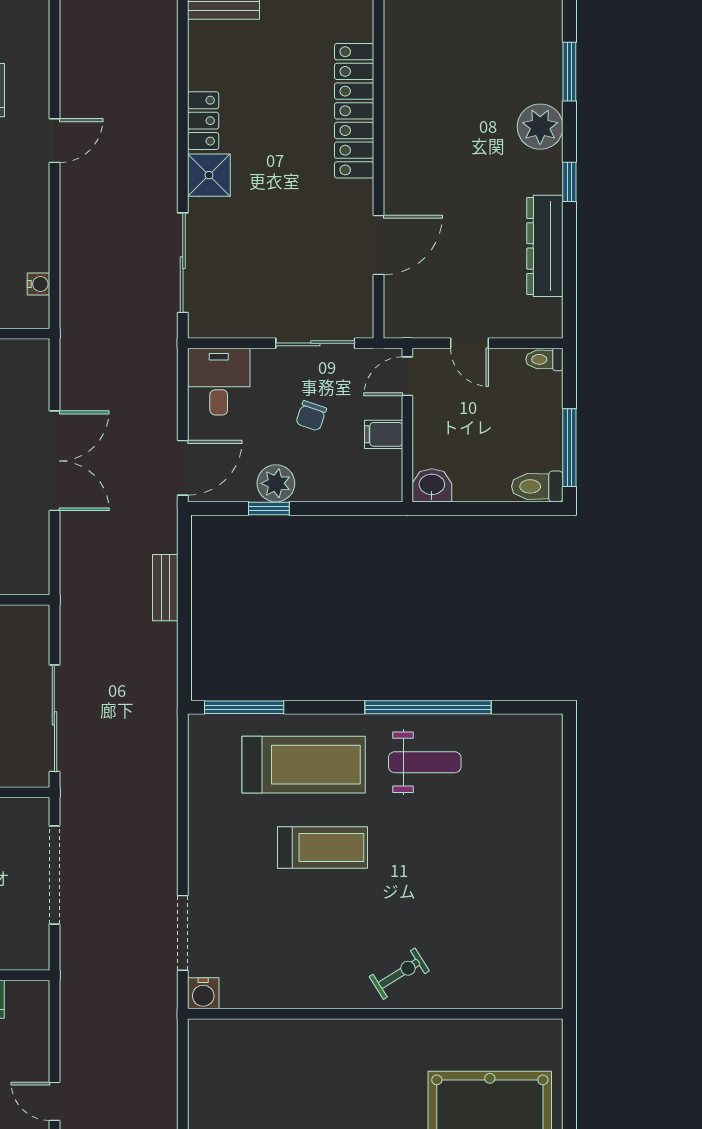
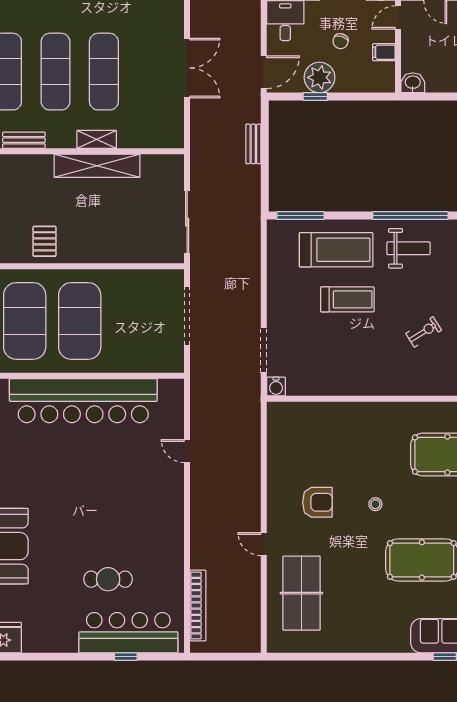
plant: (276, 483) -> (319, 77), width x1.36, depth x1.36
exercise bike: (399, 974) -> (424, 332), moved

